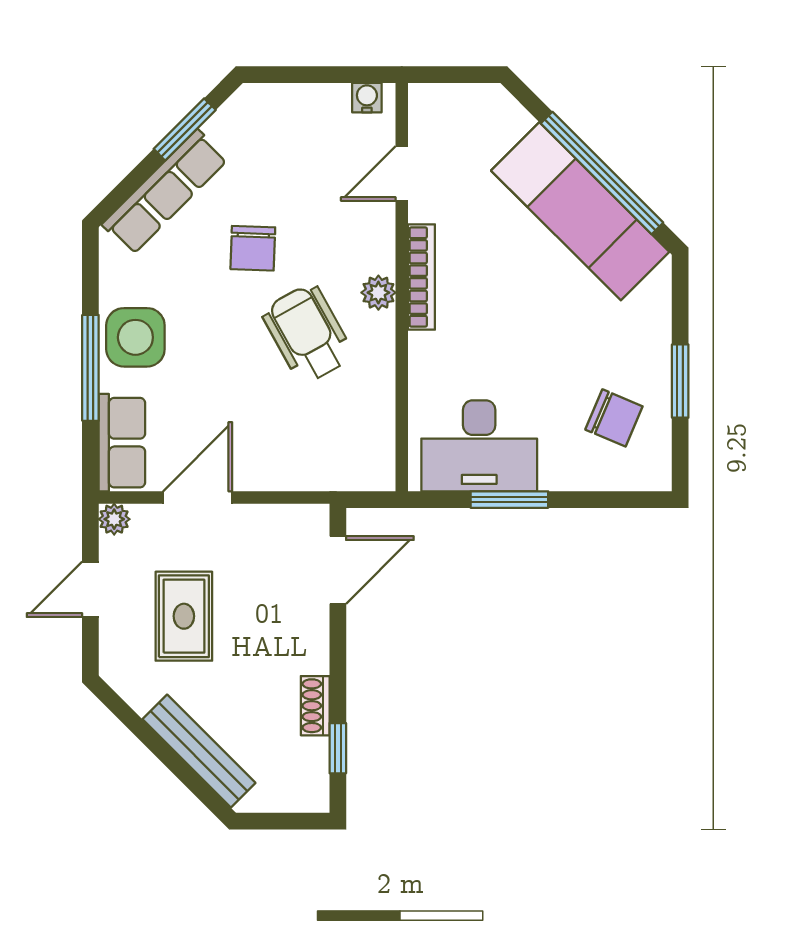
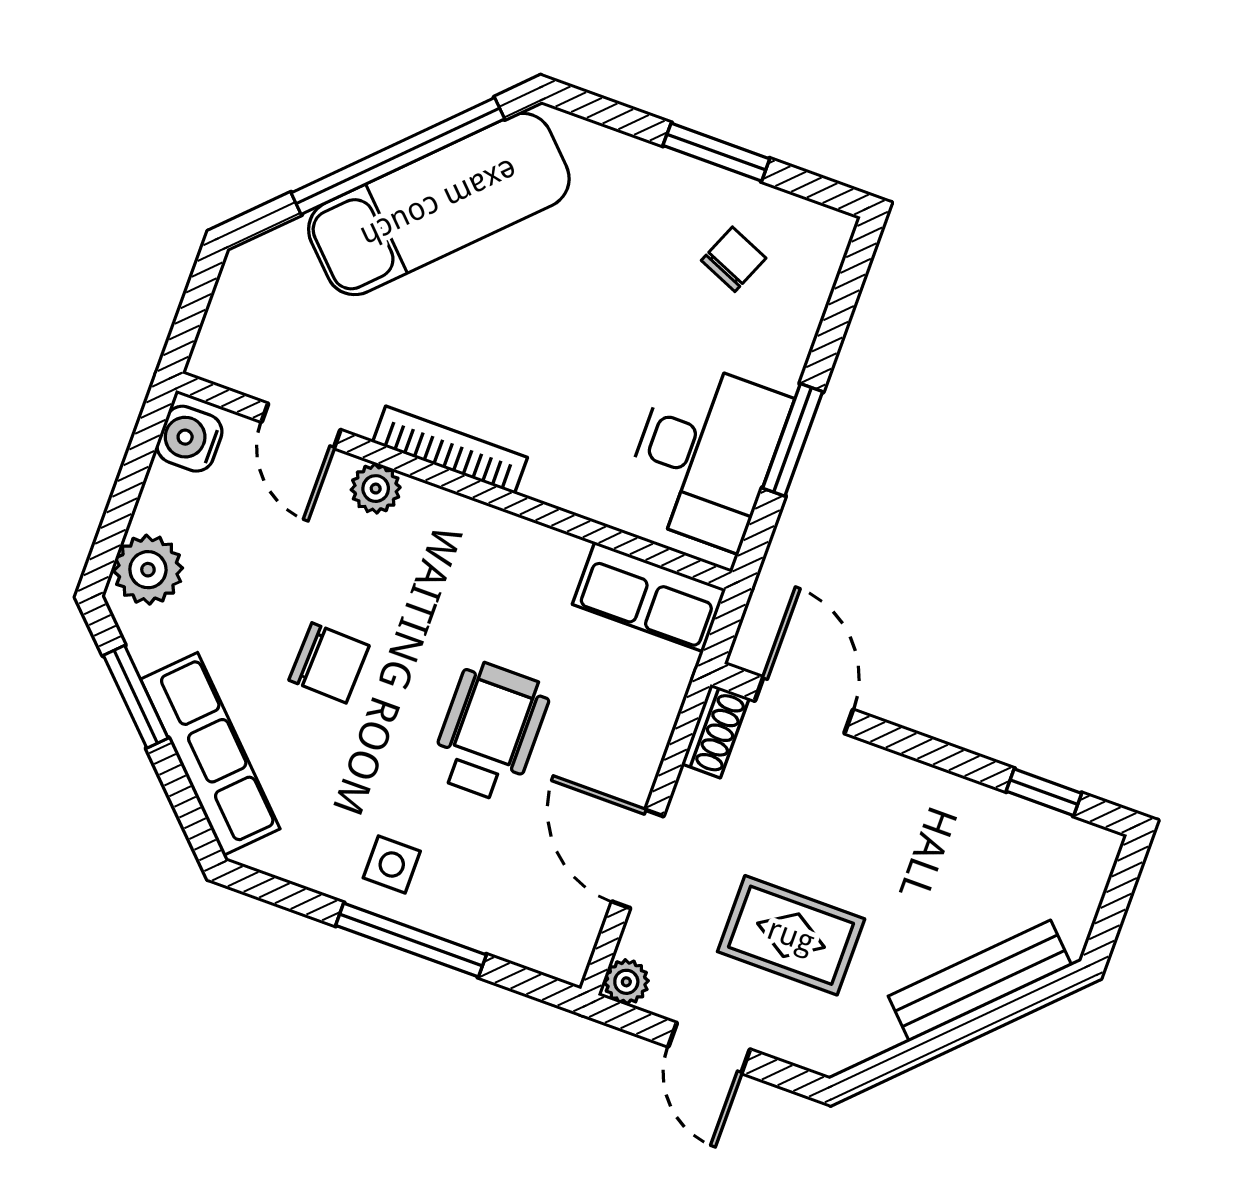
water cooler: (367, 98) -> (189, 439), width x1.38, depth x1.38
plant: (271, 107) -> (148, 570), added
plant: (378, 293) -> (376, 489), moved
wheelchair: (308, 334) -> (490, 731), moved, turned 119
side table: (135, 337) -> (392, 865), width x0.54, depth x0.54
chair: (614, 418) -> (734, 259), width x0.73, depth x0.73
row of seats: (122, 443) -> (649, 597), moved, turned 180
shoe rack: (315, 706) -> (715, 731), moved, turned -90

